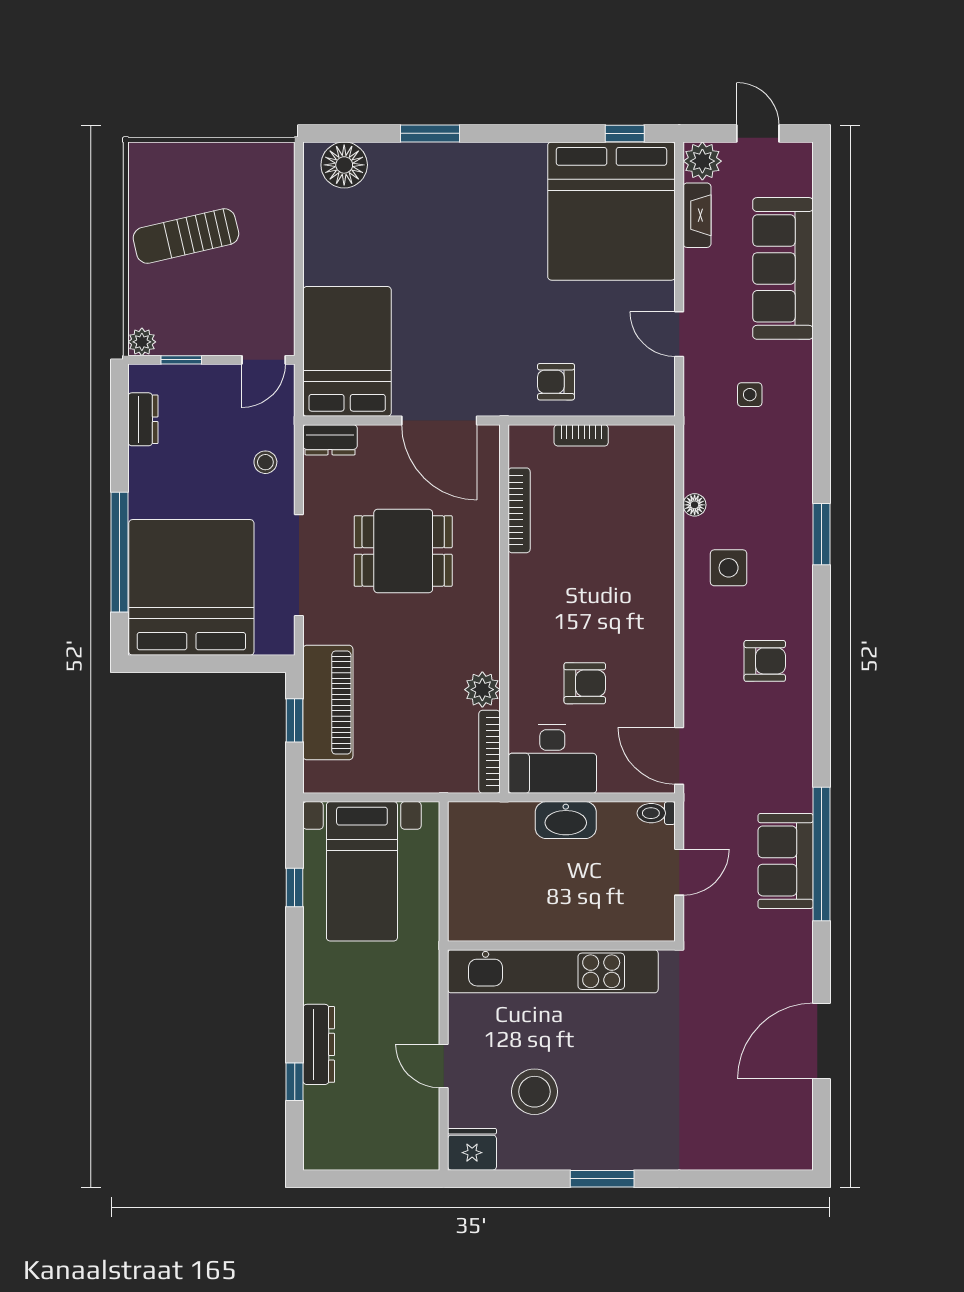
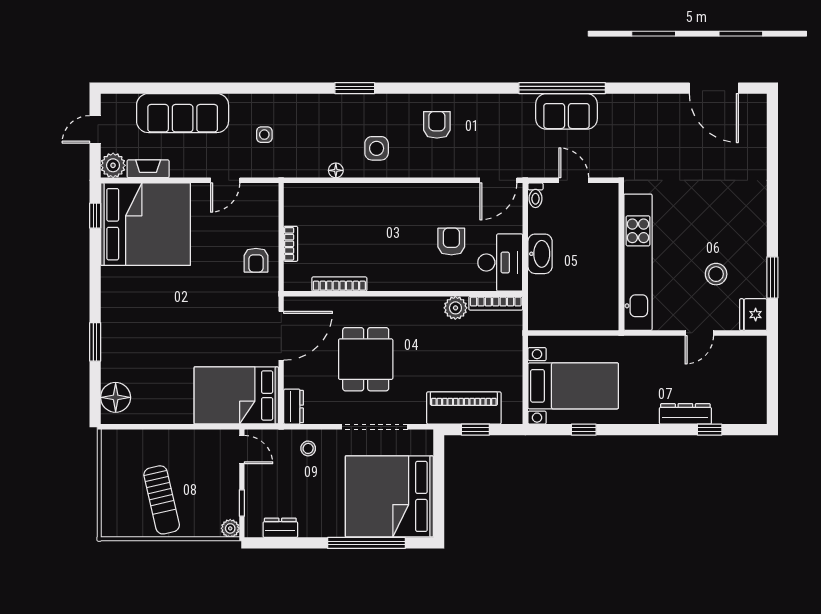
door: (822, 1041) -> (714, 88), moved
stool: (535, 1092) -> (716, 274), width x0.73, depth x0.73
window: (602, 1179) -> (772, 277), moved

